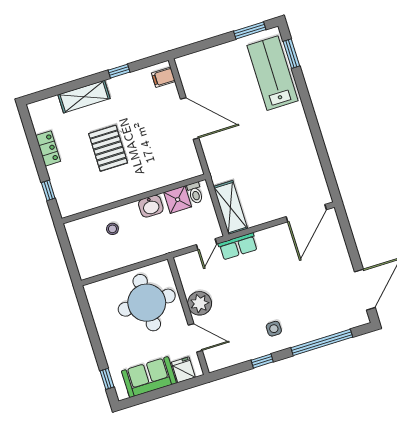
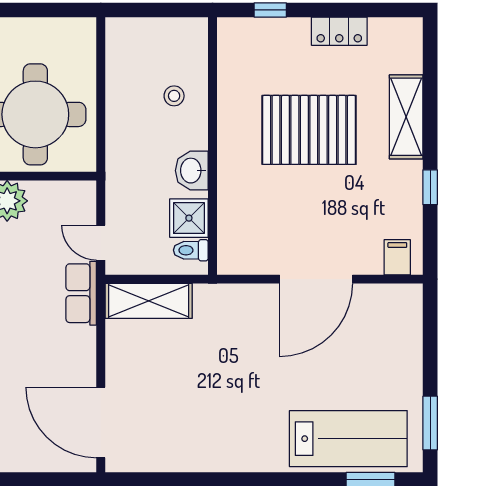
pallet: (108, 148) -> (309, 130), width x1.37, depth x1.41

